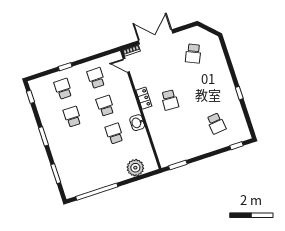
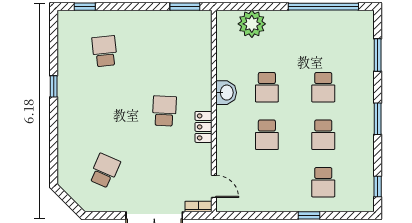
school desk: (96, 78) -> (323, 87), moved

